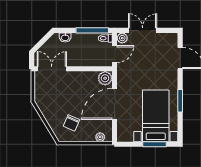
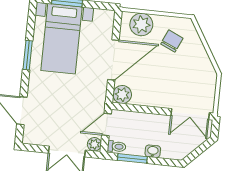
window: (92, 30) -> (132, 158), width x0.69
washbasin: (65, 37) -> (153, 151), moved
plant: (100, 137) -> (141, 24), width x1.88, depth x1.88

